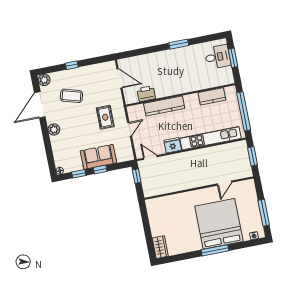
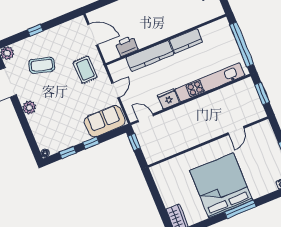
kitchen counter: (212, 96) -> (186, 41), moved
rug: (105, 117) -> (85, 70), moved
sofa: (98, 157) -> (105, 121), moved
bed: (219, 224) -> (221, 185), moved

